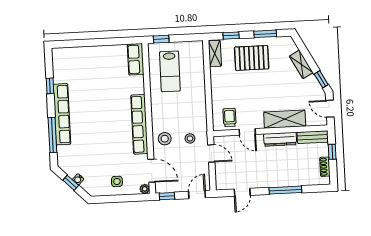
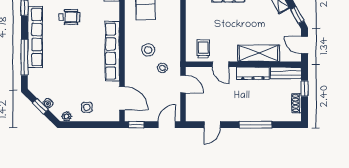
wheelchair: (95, 93) -> (69, 17), added
stool: (165, 139) -> (148, 50), moved
plant: (145, 189) -> (67, 116), moved

